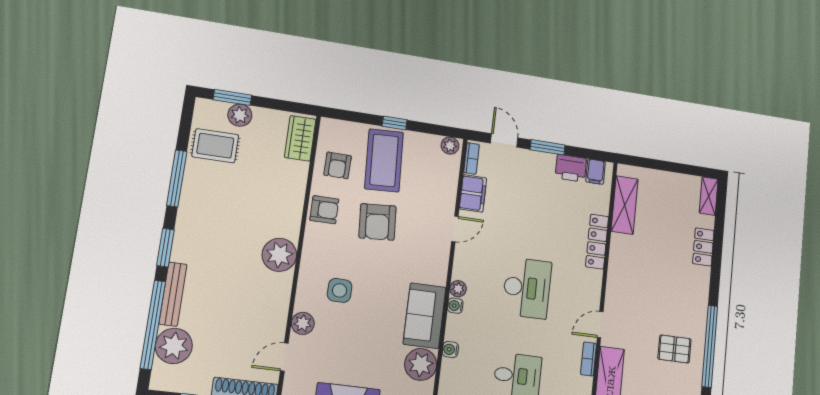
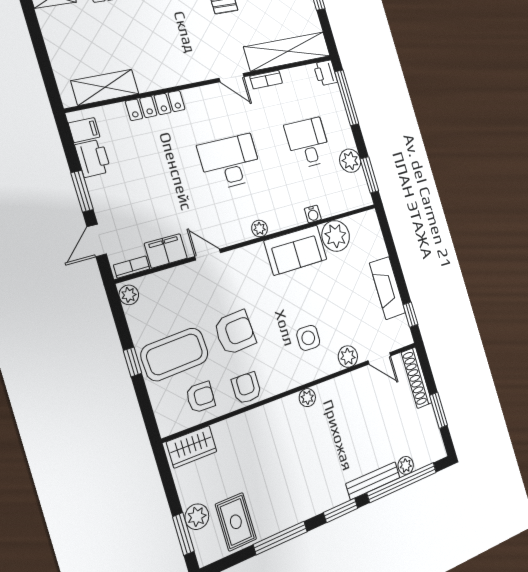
plant: (279, 255) -> (307, 398), width x0.53, depth x0.53
water cooler: (455, 306) -> (275, 225), removed
plant: (174, 346) -> (406, 465), width x0.53, depth x0.53

